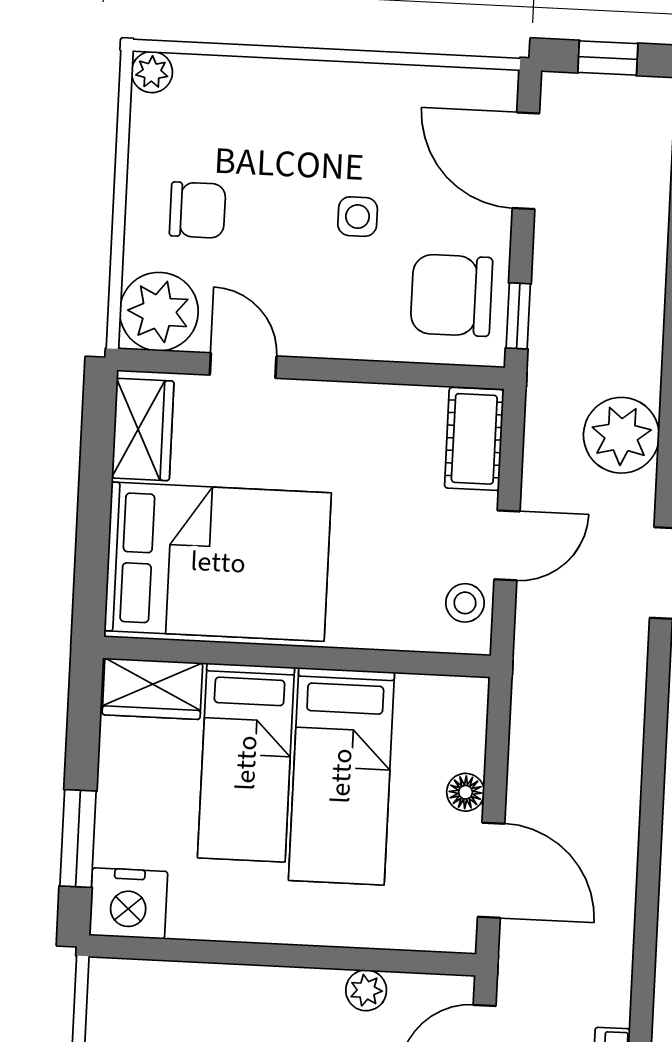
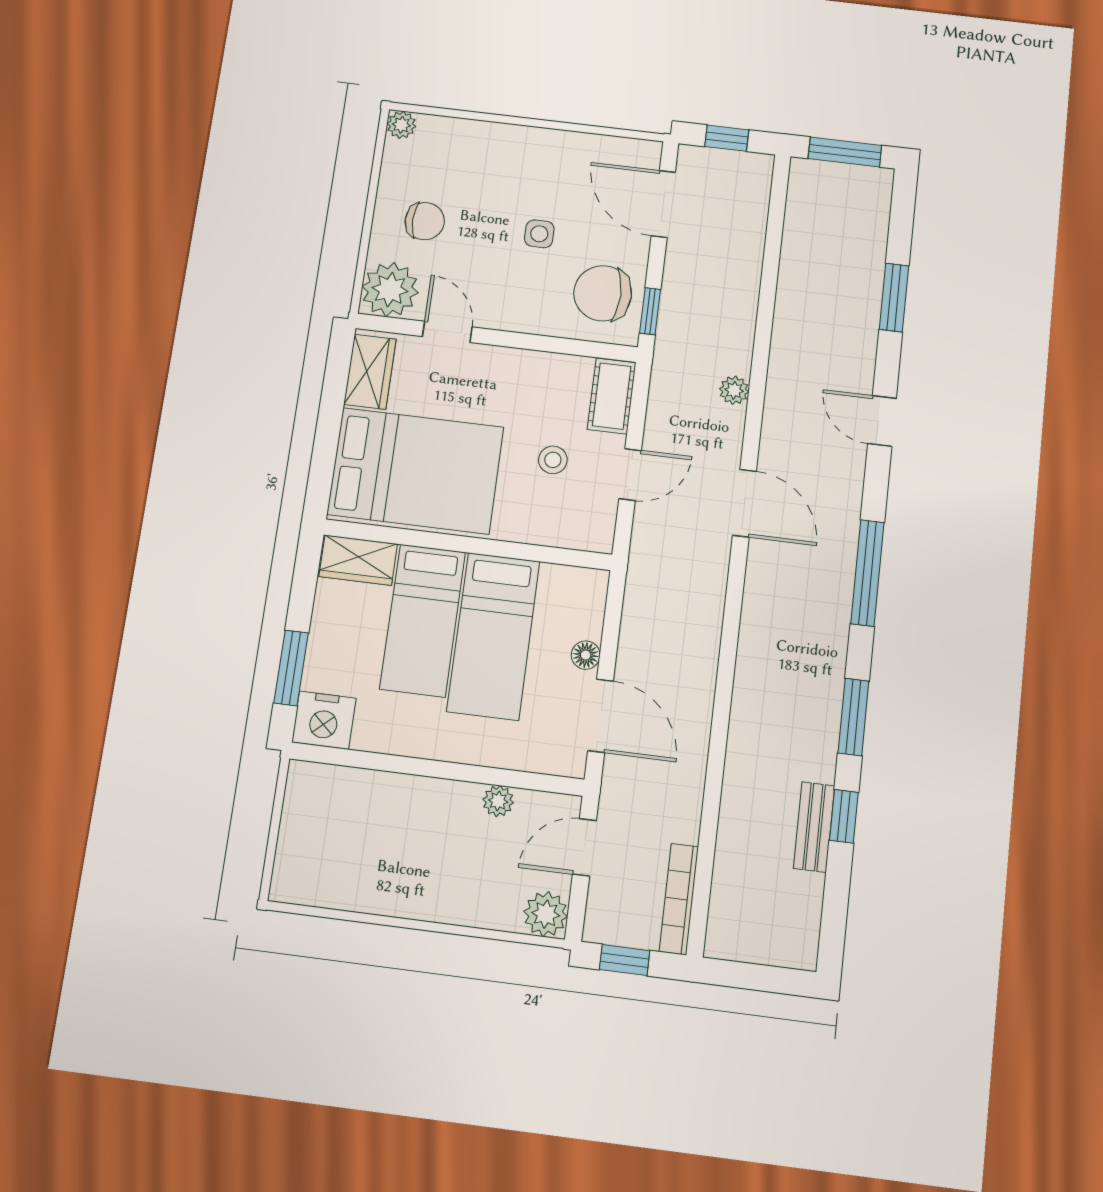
plant: (621, 435) -> (734, 390), width x0.53, depth x0.53
stool: (465, 603) -> (553, 460), moved

